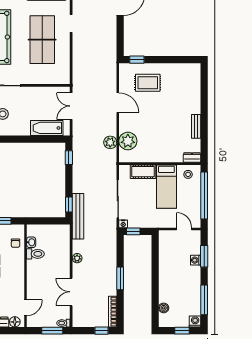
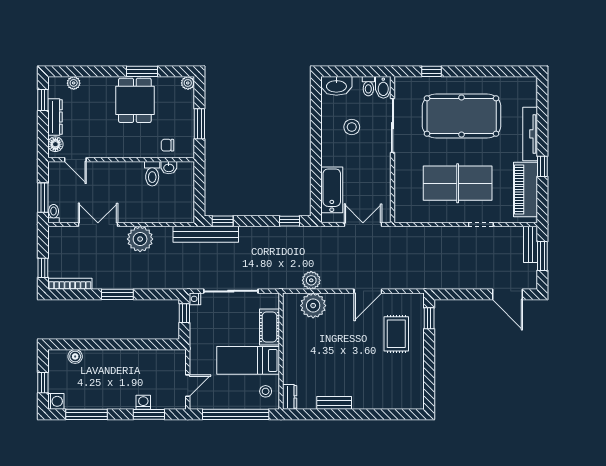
plant: (77, 258) -> (140, 239), width x1.87, depth x1.87

